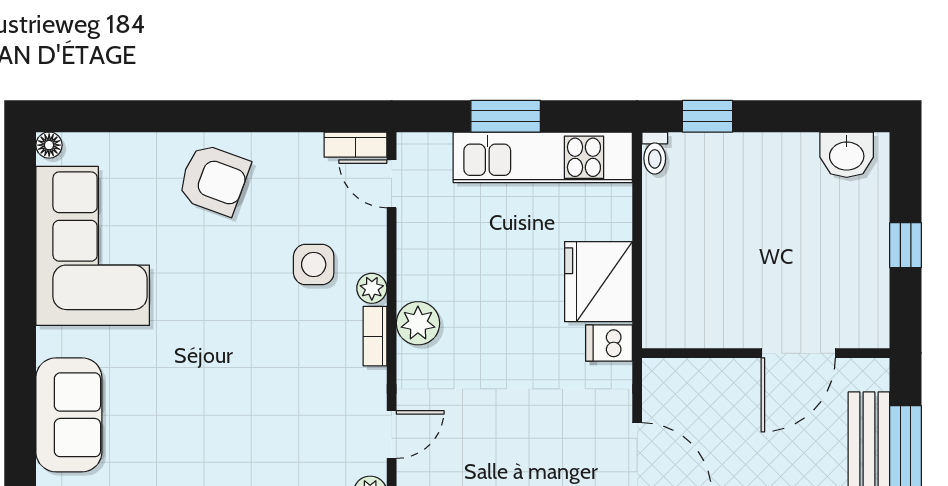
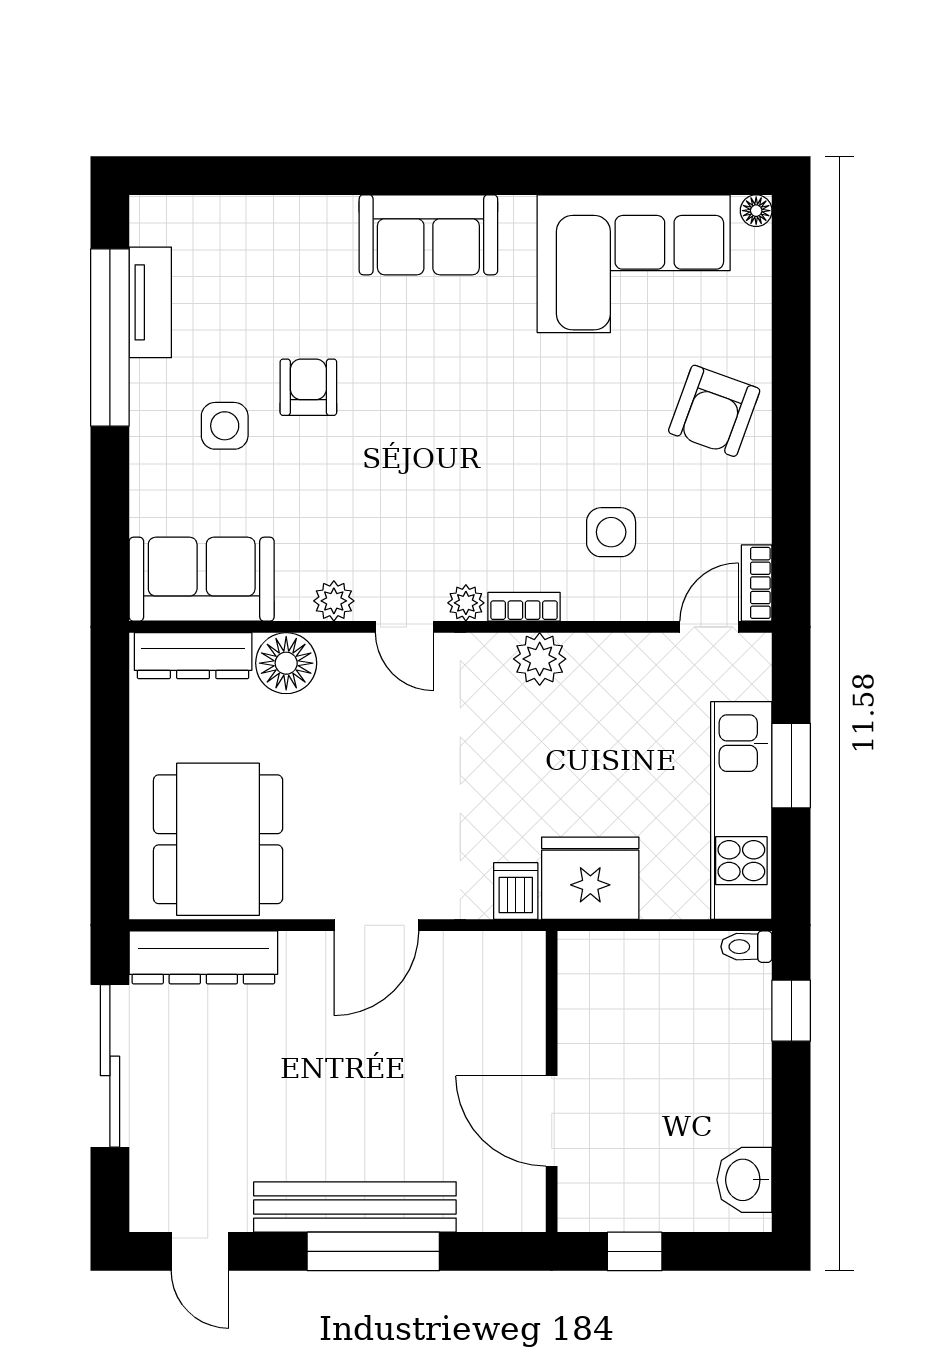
plant: (372, 288) -> (466, 603), moved
wall: (766, 353) -> (552, 1082), moved
door: (798, 353) -> (552, 1121), moved

